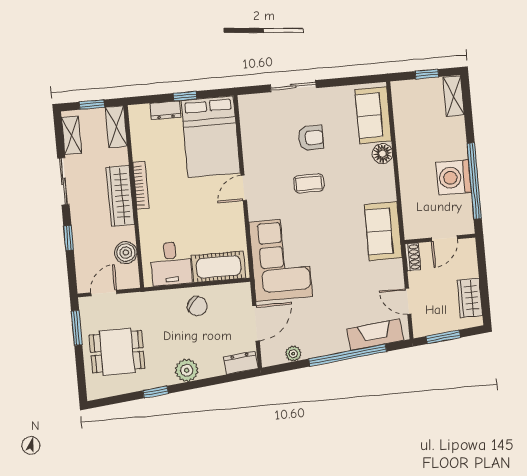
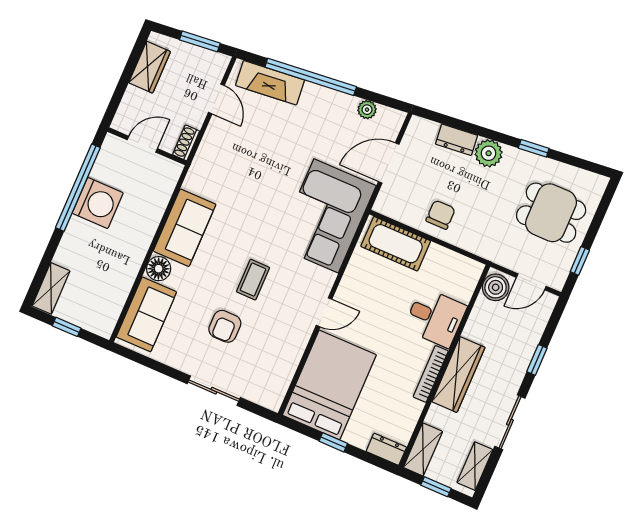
dresser: (165, 110) -> (386, 449), moved
armchair: (311, 138) -> (225, 326), turned -90
coffee table: (309, 183) -> (253, 280), turned 90
sofa: (383, 231) -> (185, 228), moved
boiler: (126, 253) -> (496, 287), moved
desk: (171, 264) -> (435, 317), moved, turned 90
chair: (197, 306) -> (441, 215), turned 52
window: (77, 328) -> (580, 261), width x0.67
dresser: (241, 363) -> (457, 140), moved

